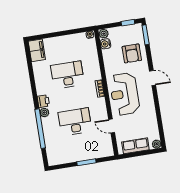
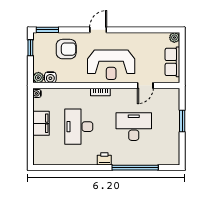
filing cabinet: (37, 50) -> (41, 123), moved, turned 90
plant: (44, 113) -> (118, 160), removed
desk: (75, 122) -> (134, 127), turned 90

